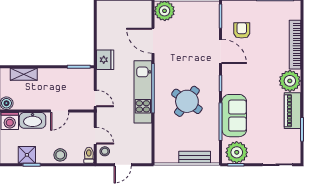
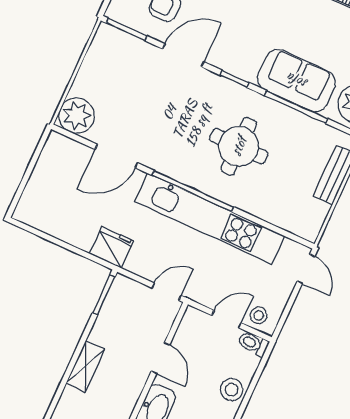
shelving: (24, 74) -> (85, 366), moved
kitchen unit: (143, 92) -> (210, 219), width x1.36
round table: (187, 101) -> (239, 146), turned -36
door: (123, 165) -> (306, 269), moved

